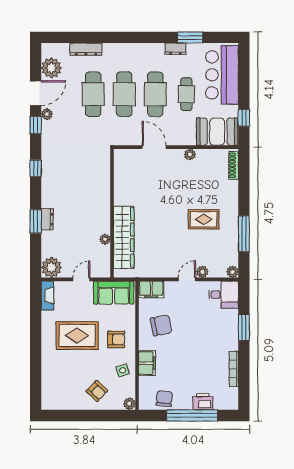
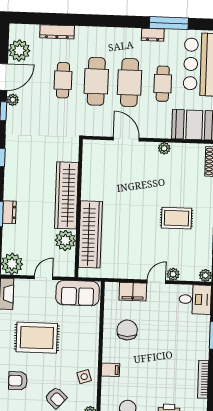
window: (190, 37) -> (169, 23), width x1.44
cafe table: (93, 94) -> (63, 80), width x0.73, depth x0.74
wardrobe: (100, 202) -> (66, 195), added
plant: (105, 239) -> (65, 240), width x1.88, depth x1.88
filing cabinet: (151, 289) -> (133, 292), moved
chair: (161, 325) -> (127, 330), turned -79
armchair: (116, 339) -> (18, 381), moved, turned 180
filing cabinet: (147, 363) -> (110, 370), width x0.50

